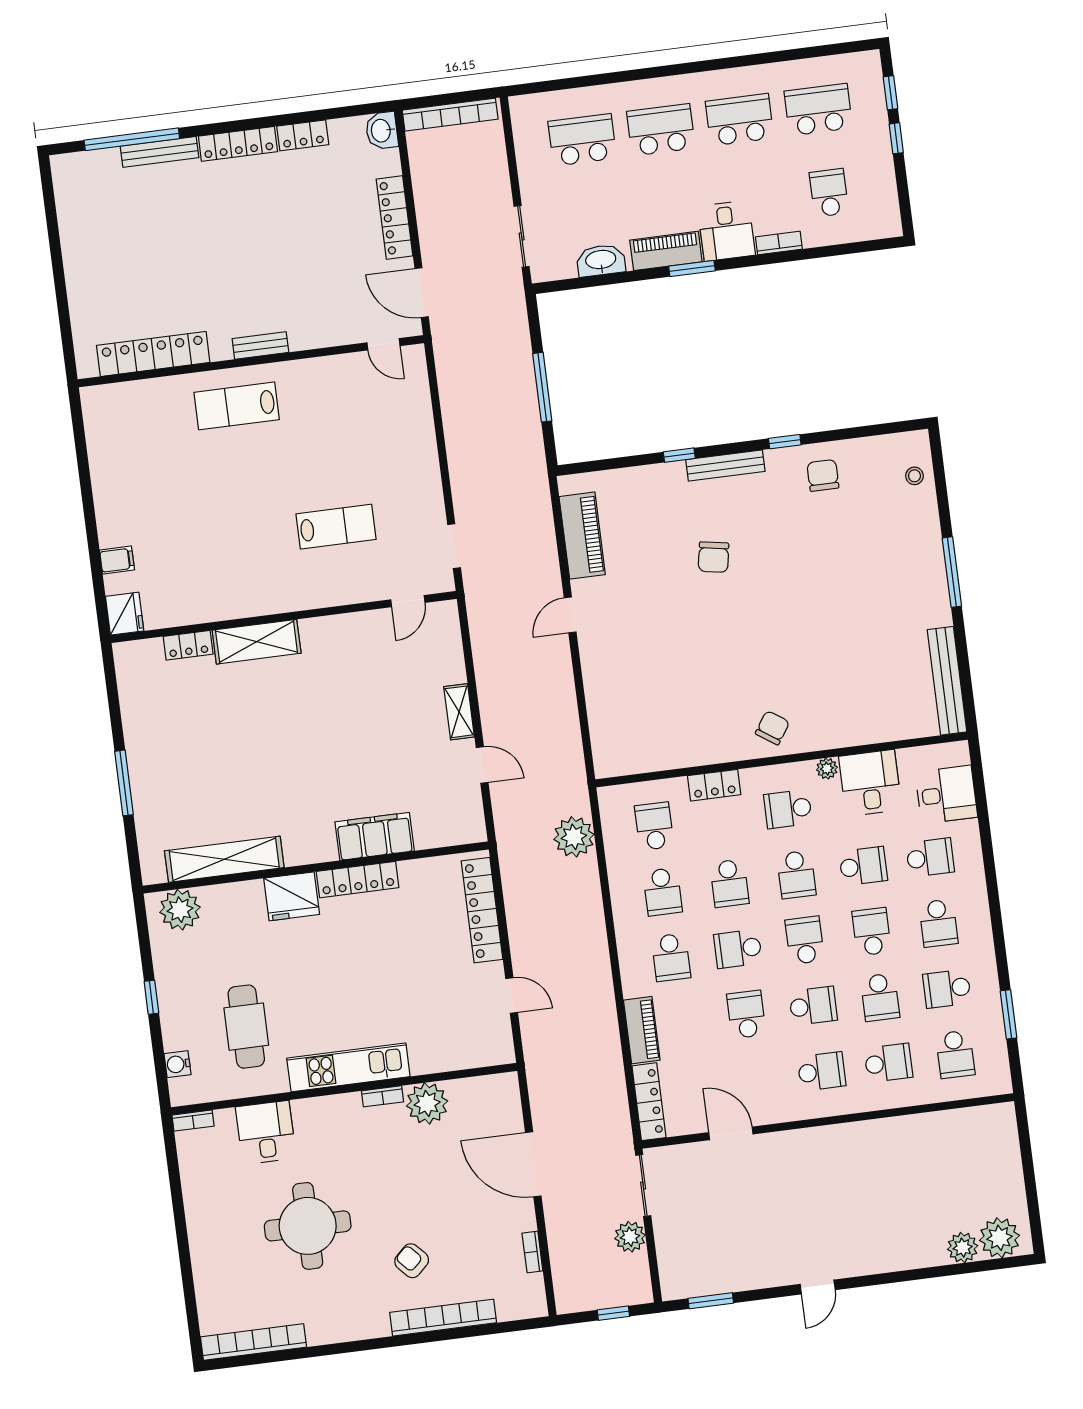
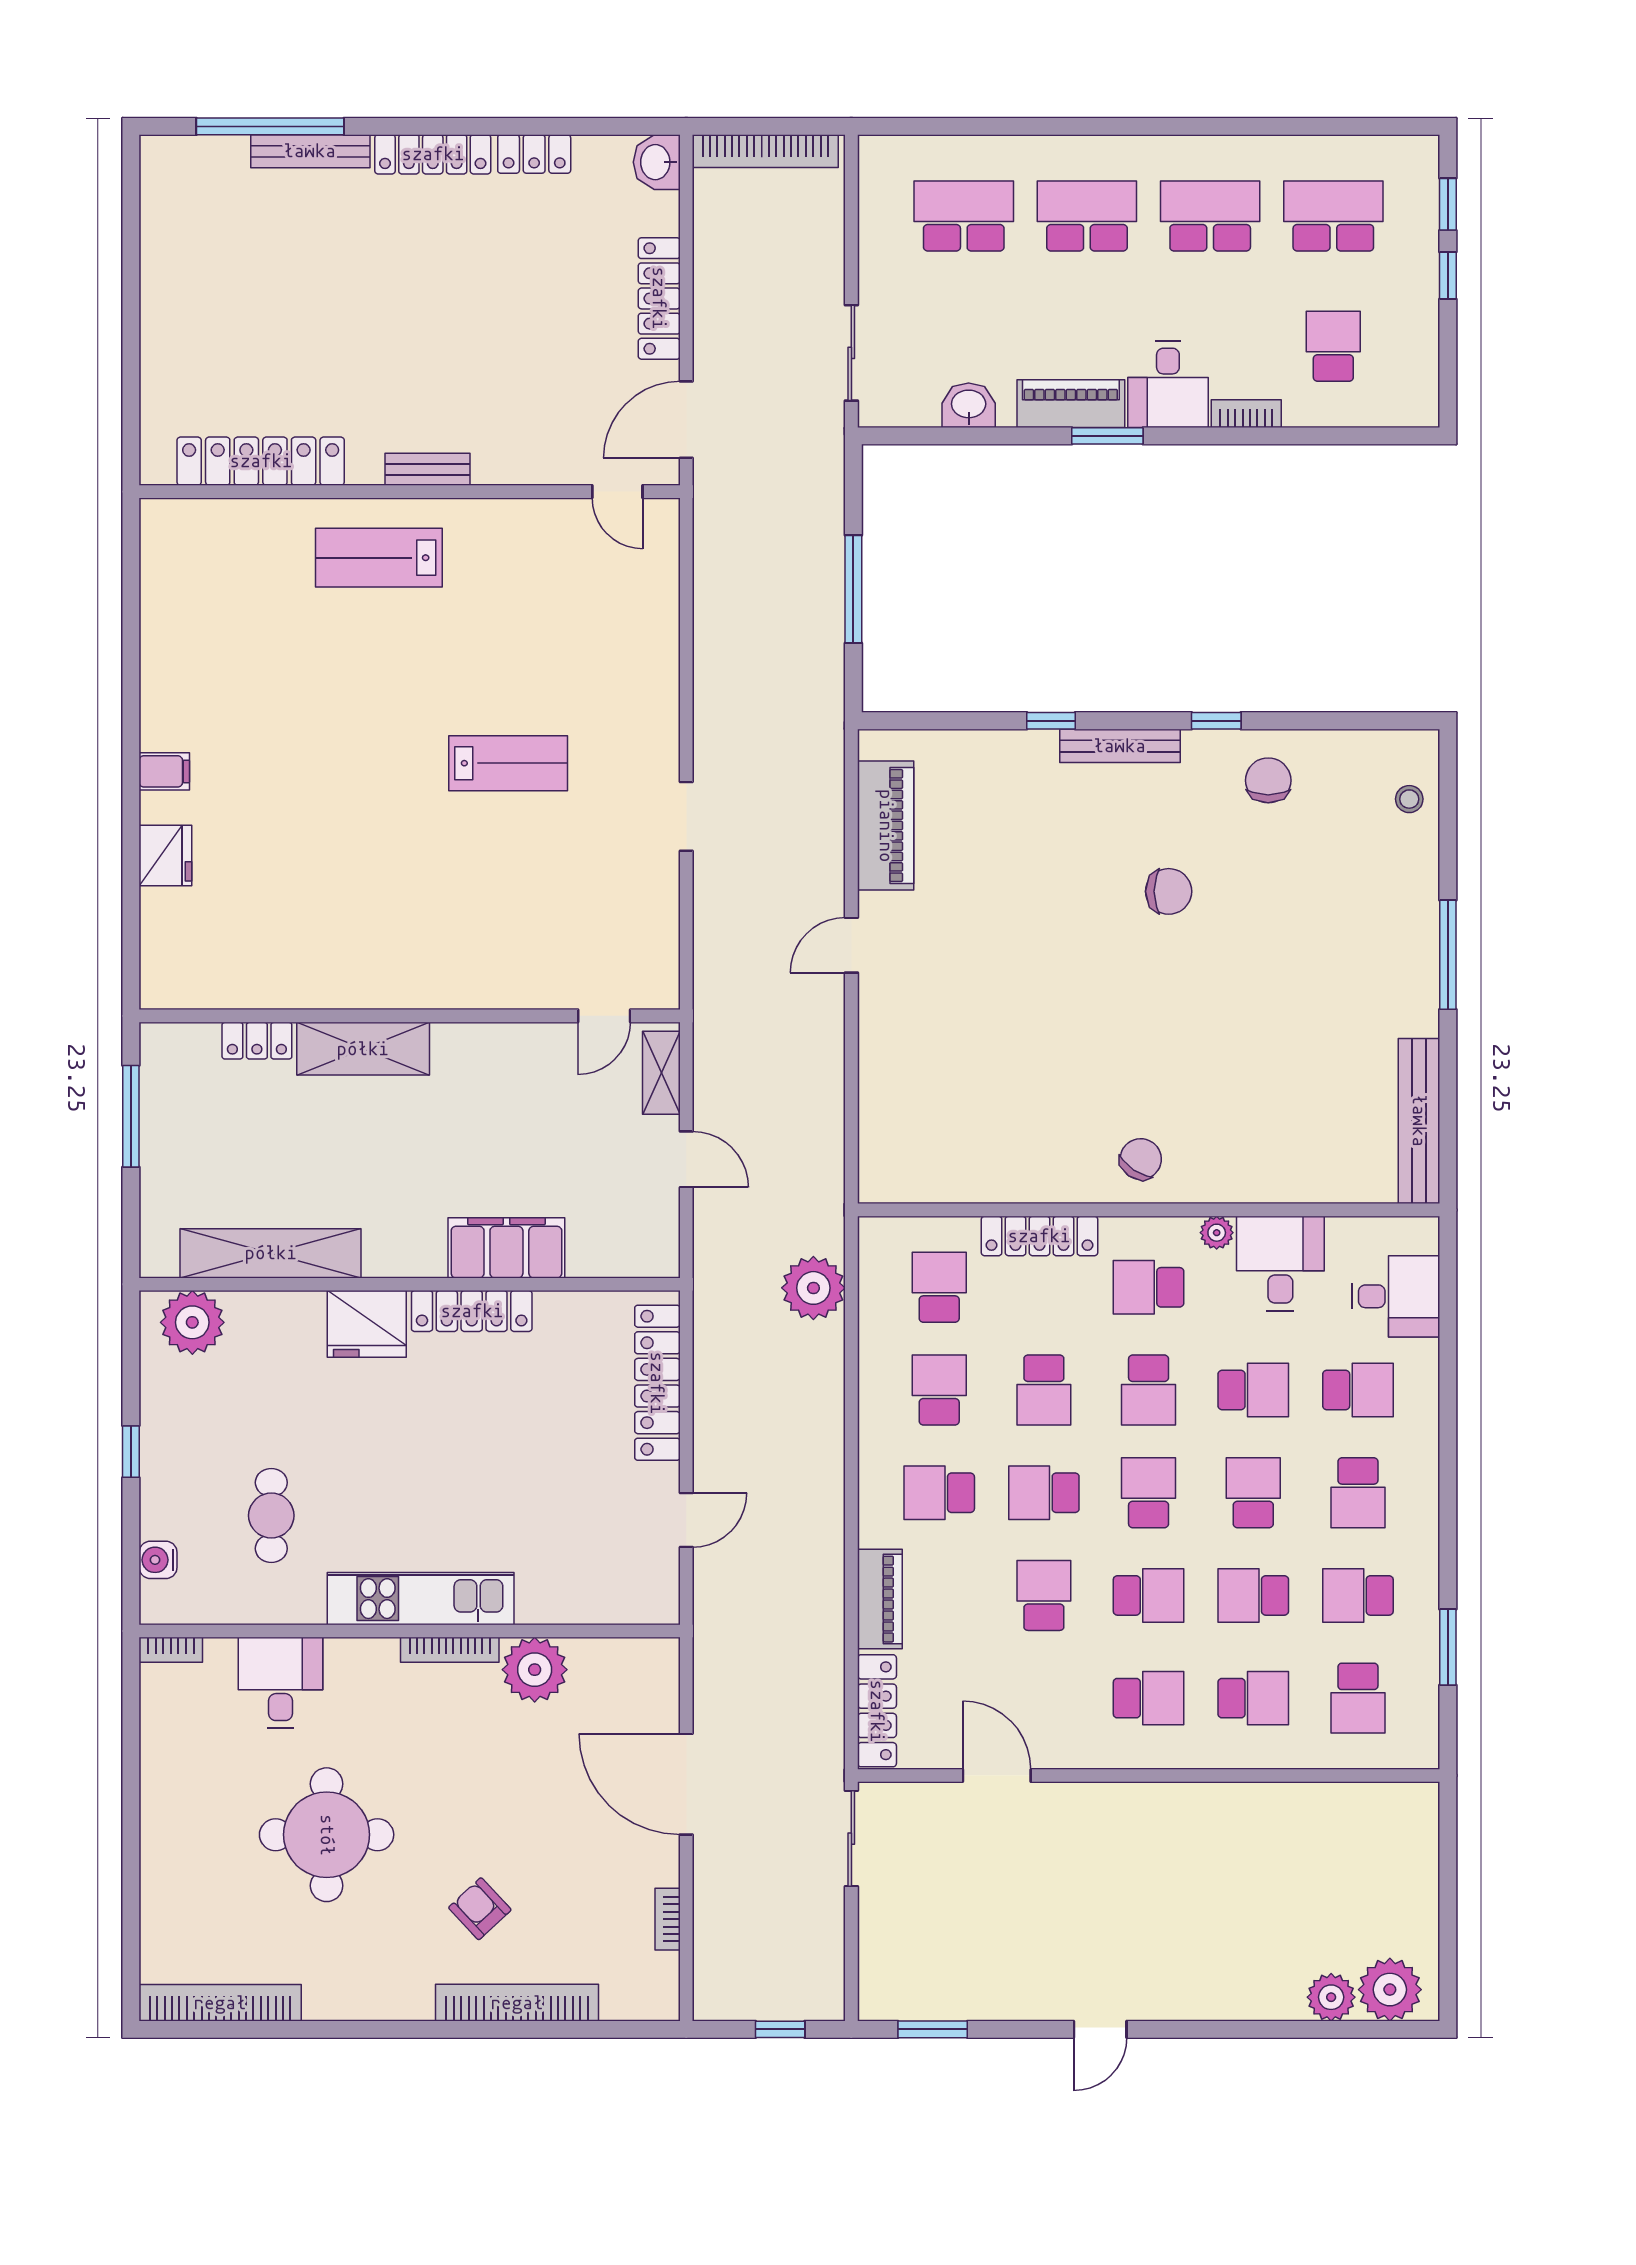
washbasin: (601, 260) -> (969, 405), width x0.72
door: (422, 293) -> (686, 420), hinge flipped
chair: (714, 557) -> (1169, 891), moved, turned -100
door: (408, 601) -> (604, 1016), moved
wall: (284, 617) -> (410, 1016), moved
shelving: (257, 642) -> (363, 1049), moved
locker: (188, 645) -> (257, 1041), moved
locker: (714, 785) -> (1039, 1236), width x1.53
school desk: (663, 892) -> (939, 1390), turned 180
school desk: (671, 957) -> (939, 1493), turned 90
door: (512, 996) -> (686, 1520), hinge flipped
school desk: (880, 997) -> (1253, 1595), turned 90
cafe table: (246, 1027) -> (271, 1516), width x0.73, depth x0.74
bookcase: (383, 1096) -> (450, 1650), width x1.56
plant: (630, 1237) -> (821, 1915), removed

